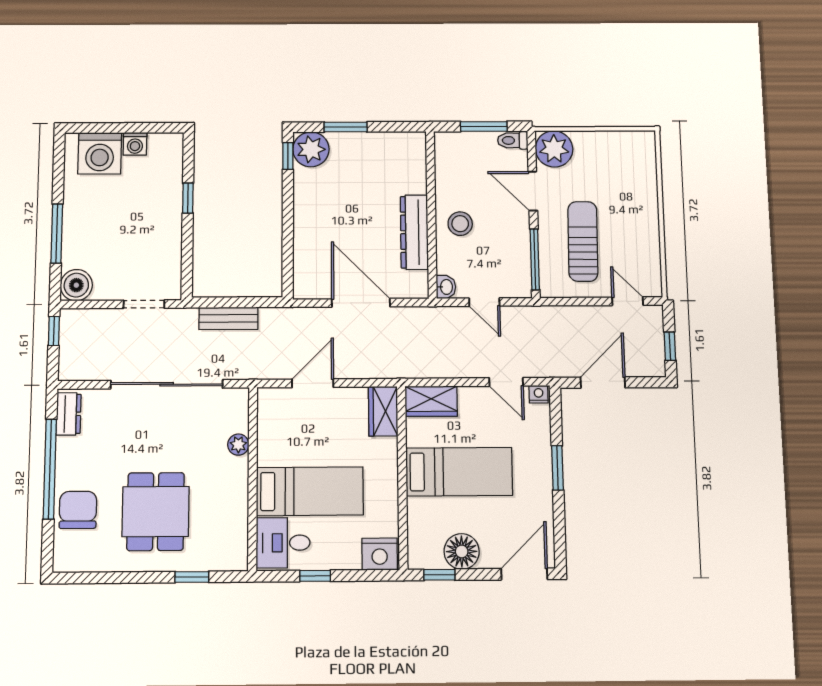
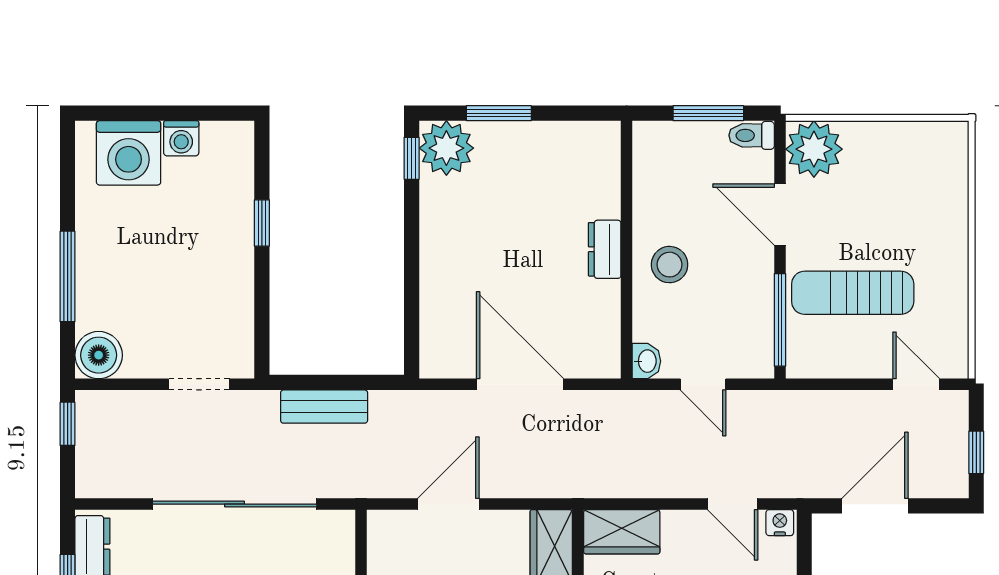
dresser: (414, 232) -> (605, 249), width x0.51, depth x0.80
sun lounger: (583, 241) -> (853, 293), turned -91

